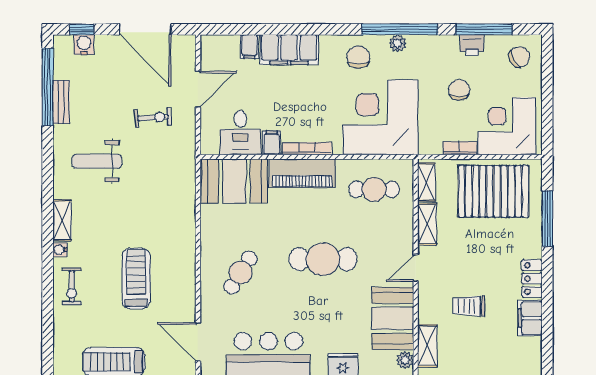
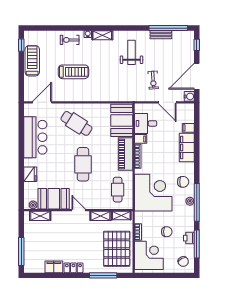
water cooler: (84, 45) -> (189, 96), moved
cafe table: (240, 272) -> (76, 123), width x1.37, depth x1.35
trolley: (469, 306) -> (60, 236), removed

